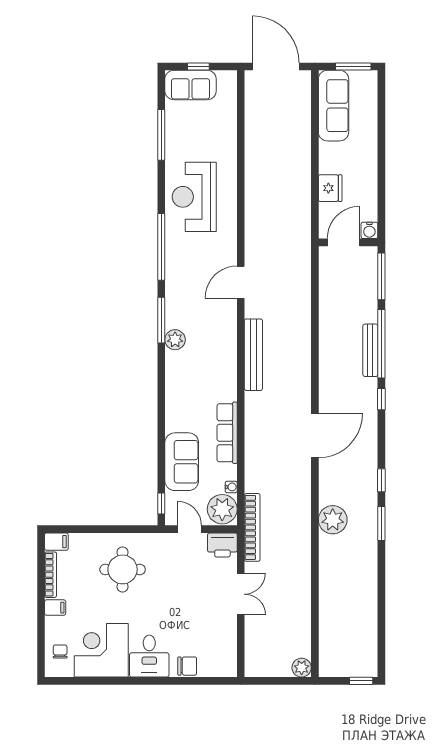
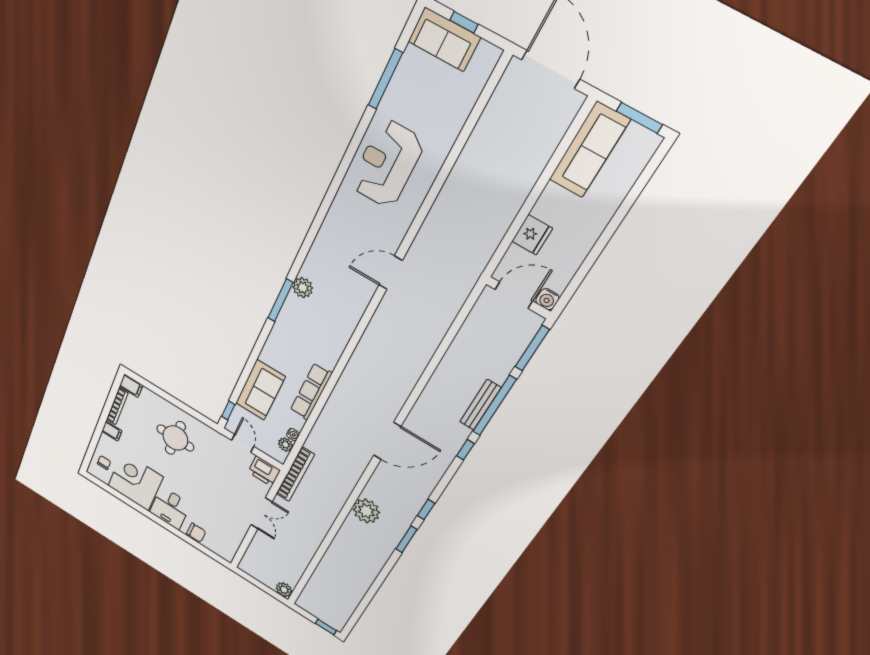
window: (161, 247) -> (330, 195), removed
window: (161, 320) -> (281, 300), moved
bench: (253, 355) -> (368, 343), removed
plant: (222, 509) -> (285, 445), width x0.53, depth x0.53

